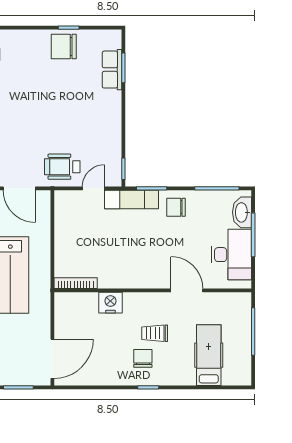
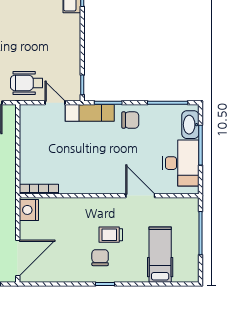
door: (93, 188) -> (55, 103), hinge flipped
chair: (176, 207) -> (130, 120), turned 180
nightstand: (110, 303) -> (29, 210), moved, turned -90

